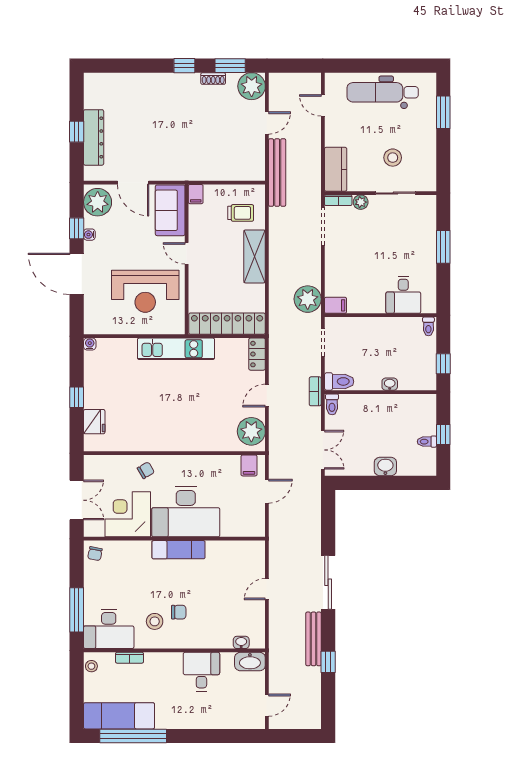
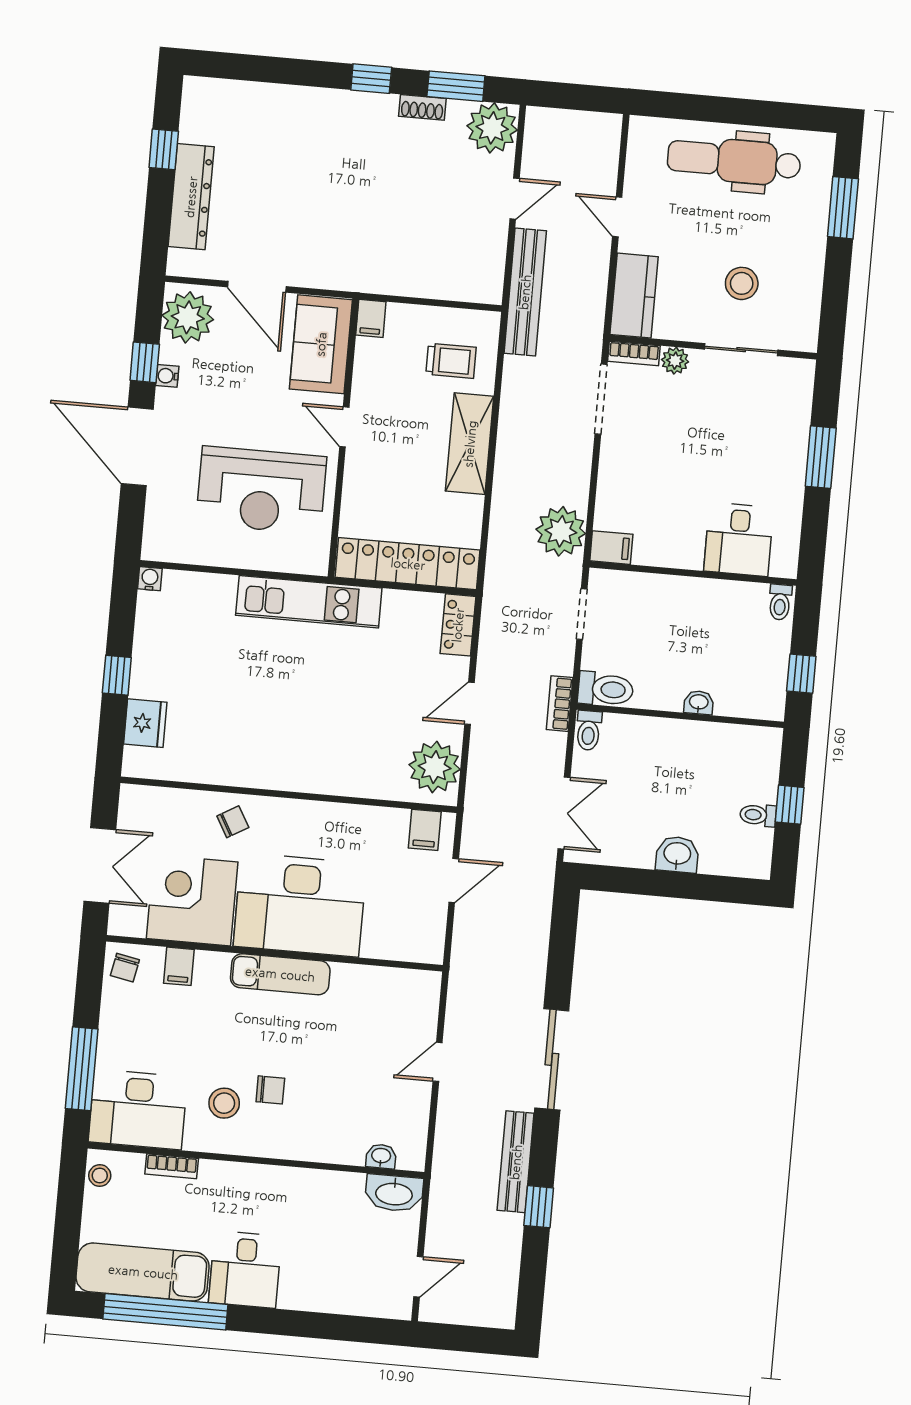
door: (323, 105) -> (617, 217), moved
window: (77, 132) -> (164, 149), moved
filing cabinet: (124, 550) -> (179, 966), added
desk: (201, 672) -> (245, 1269), moved, turned 180

